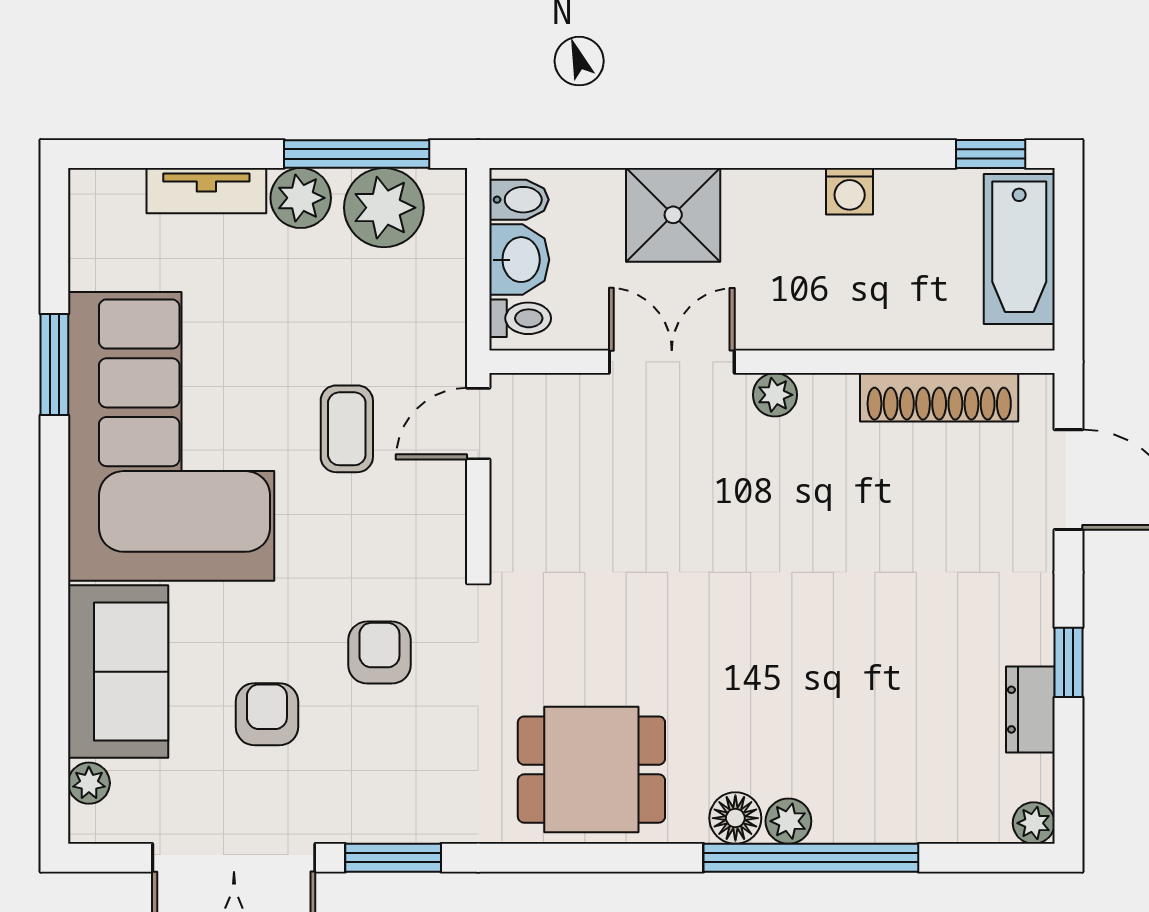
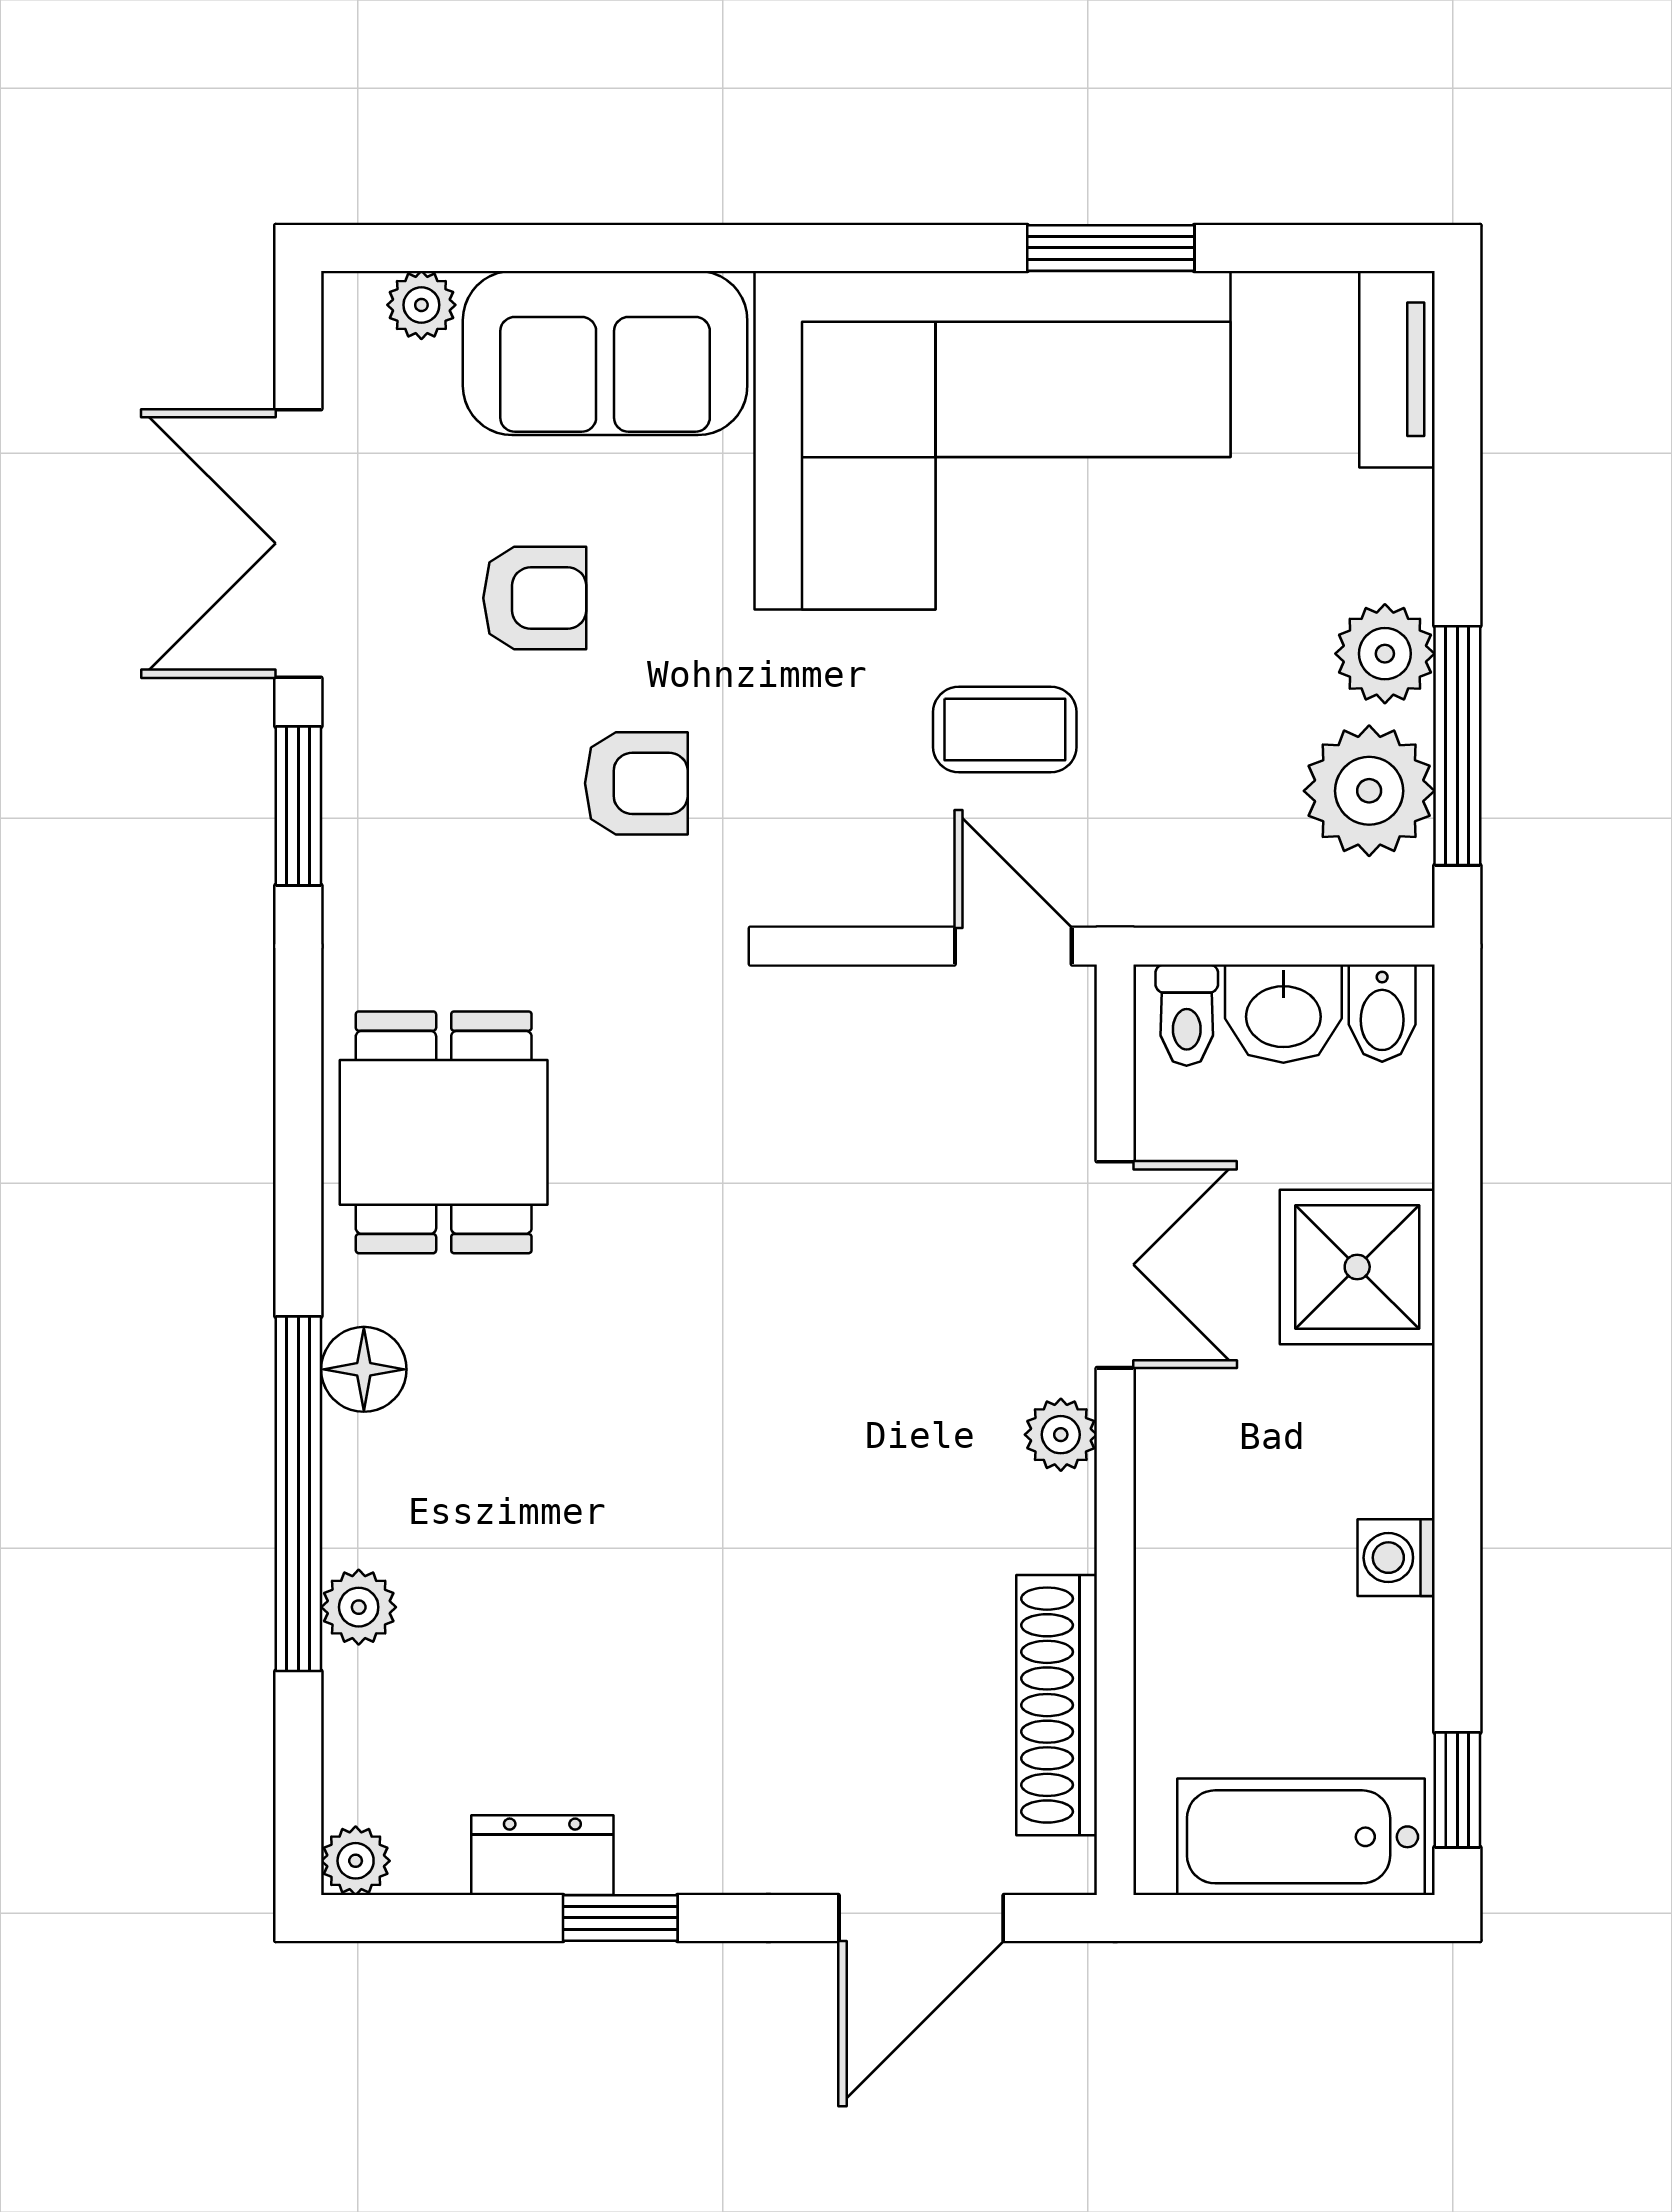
tv unit: (206, 191) -> (1397, 369), moved
plant: (788, 821) -> (359, 1607), moved

